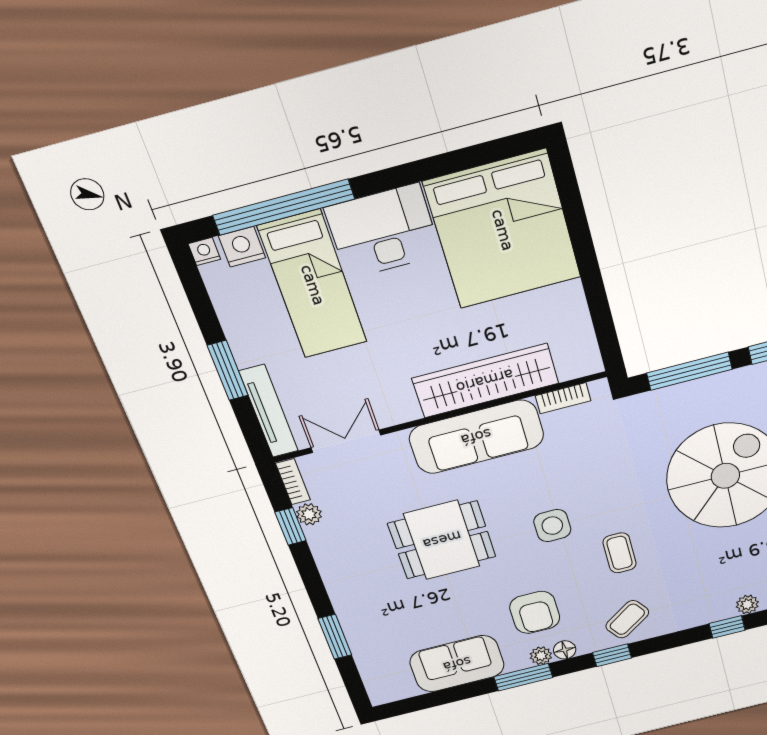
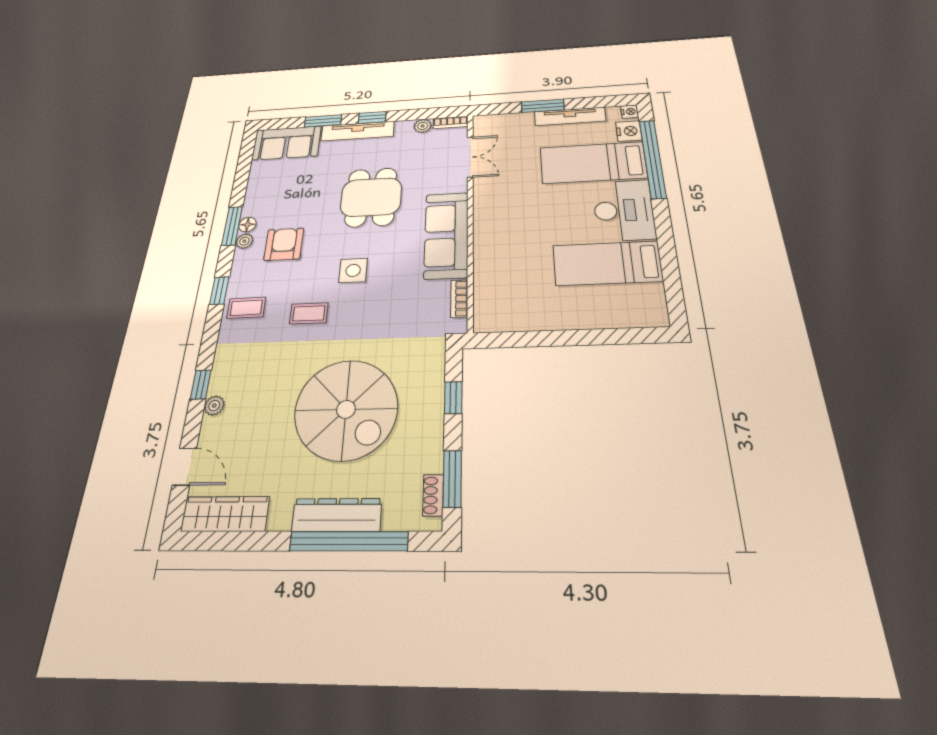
bed: (503, 230) -> (607, 263), width x0.49
window: (689, 371) -> (453, 398), width x0.46
wardrobe: (485, 381) -> (490, 250), removed
tv unit: (269, 411) -> (570, 116), moved
window: (290, 526) -> (372, 117), moved
tv unit: (340, 590) -> (358, 131), added
armchair: (535, 612) -> (284, 244), turned 90
coffee table: (627, 619) -> (246, 308), turned -56
floor lamp: (565, 650) -> (247, 225), moved
sofa: (457, 664) -> (287, 143), moved, turned 90

